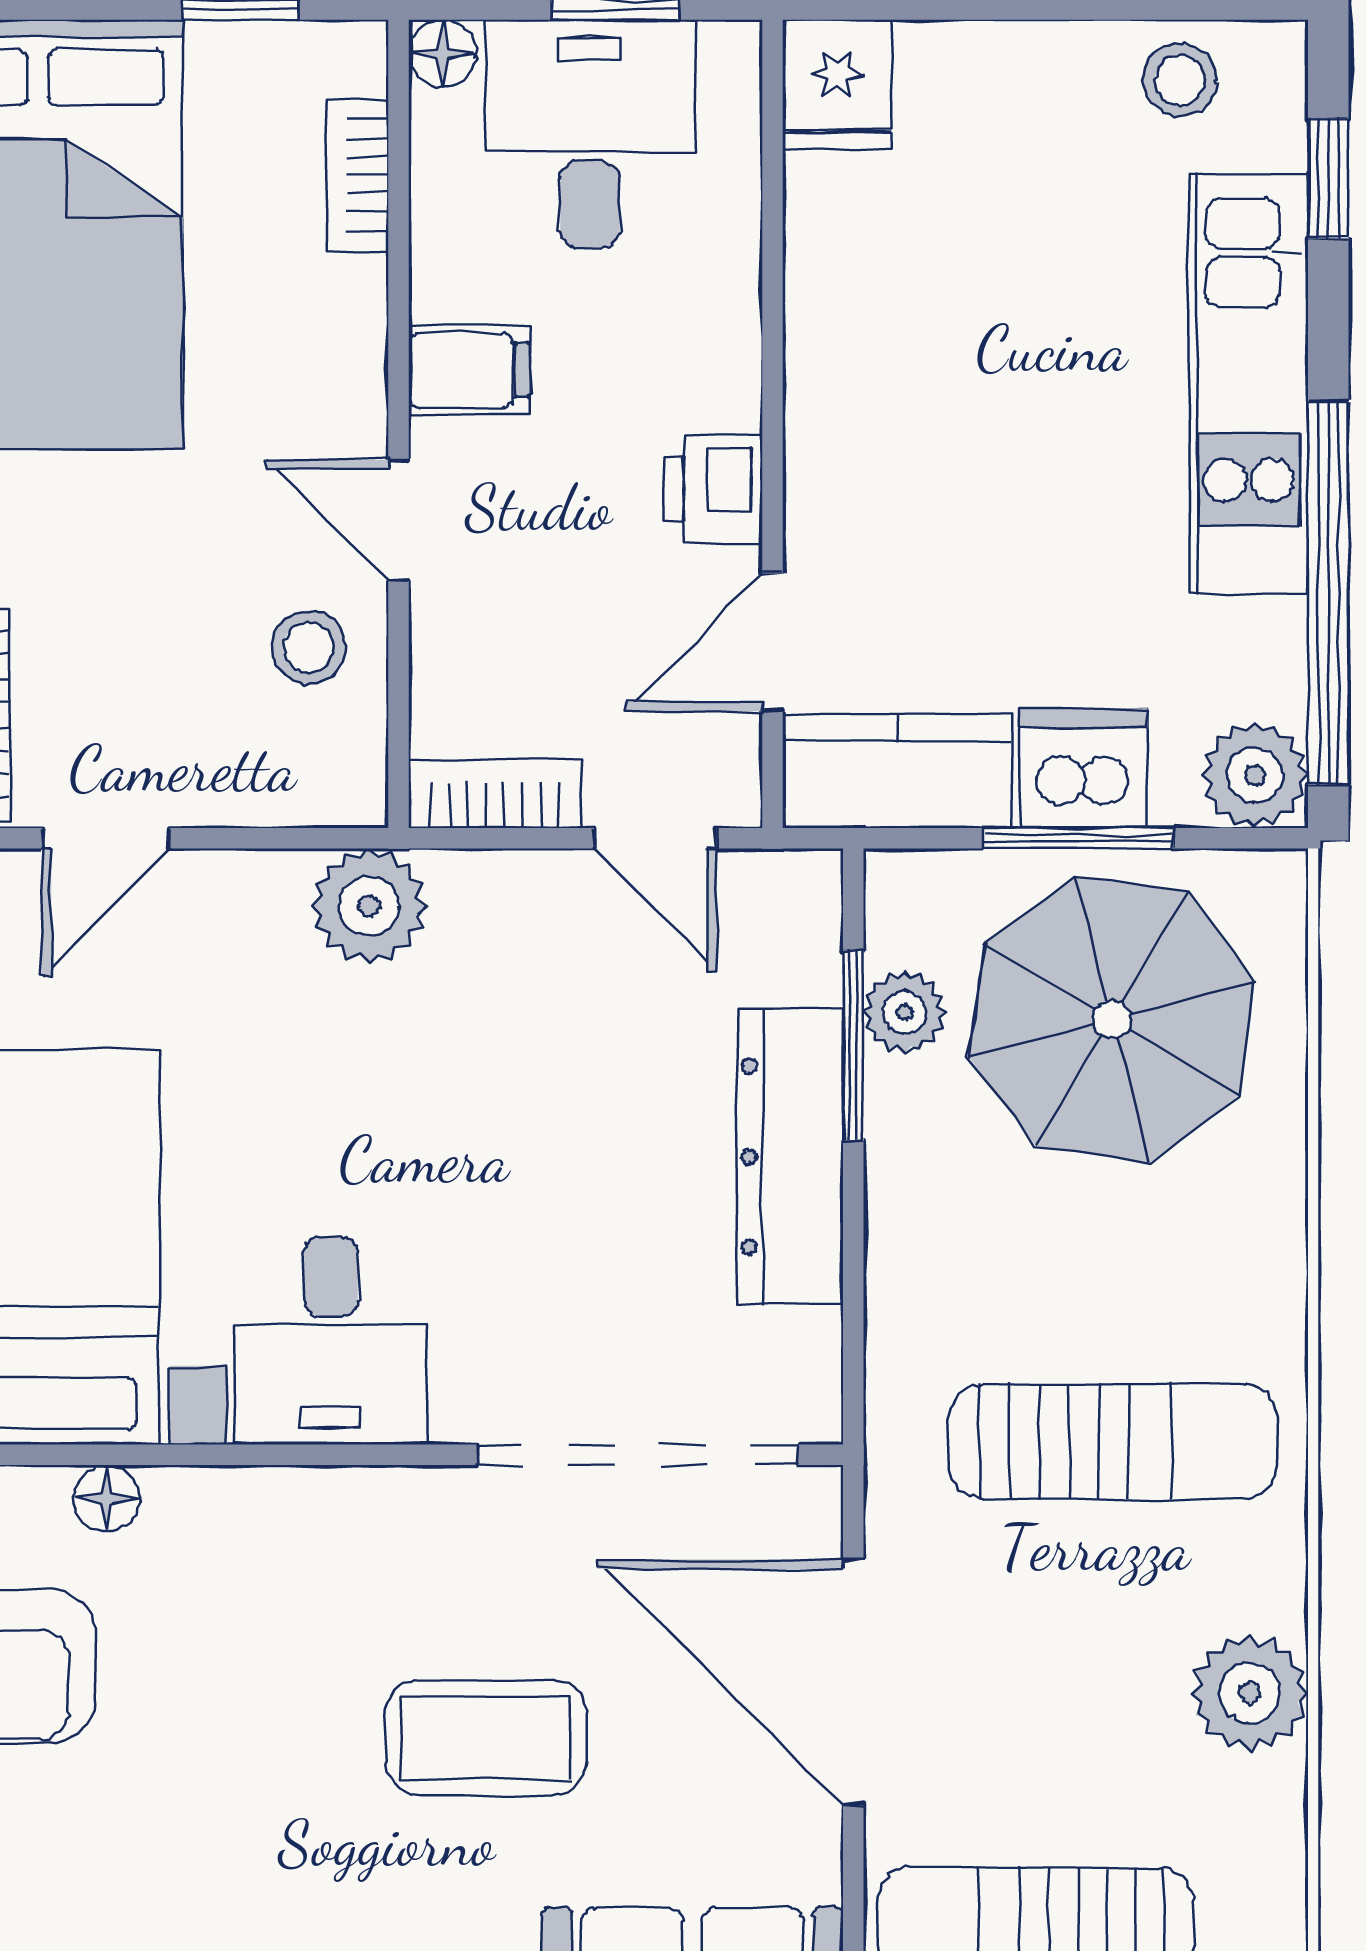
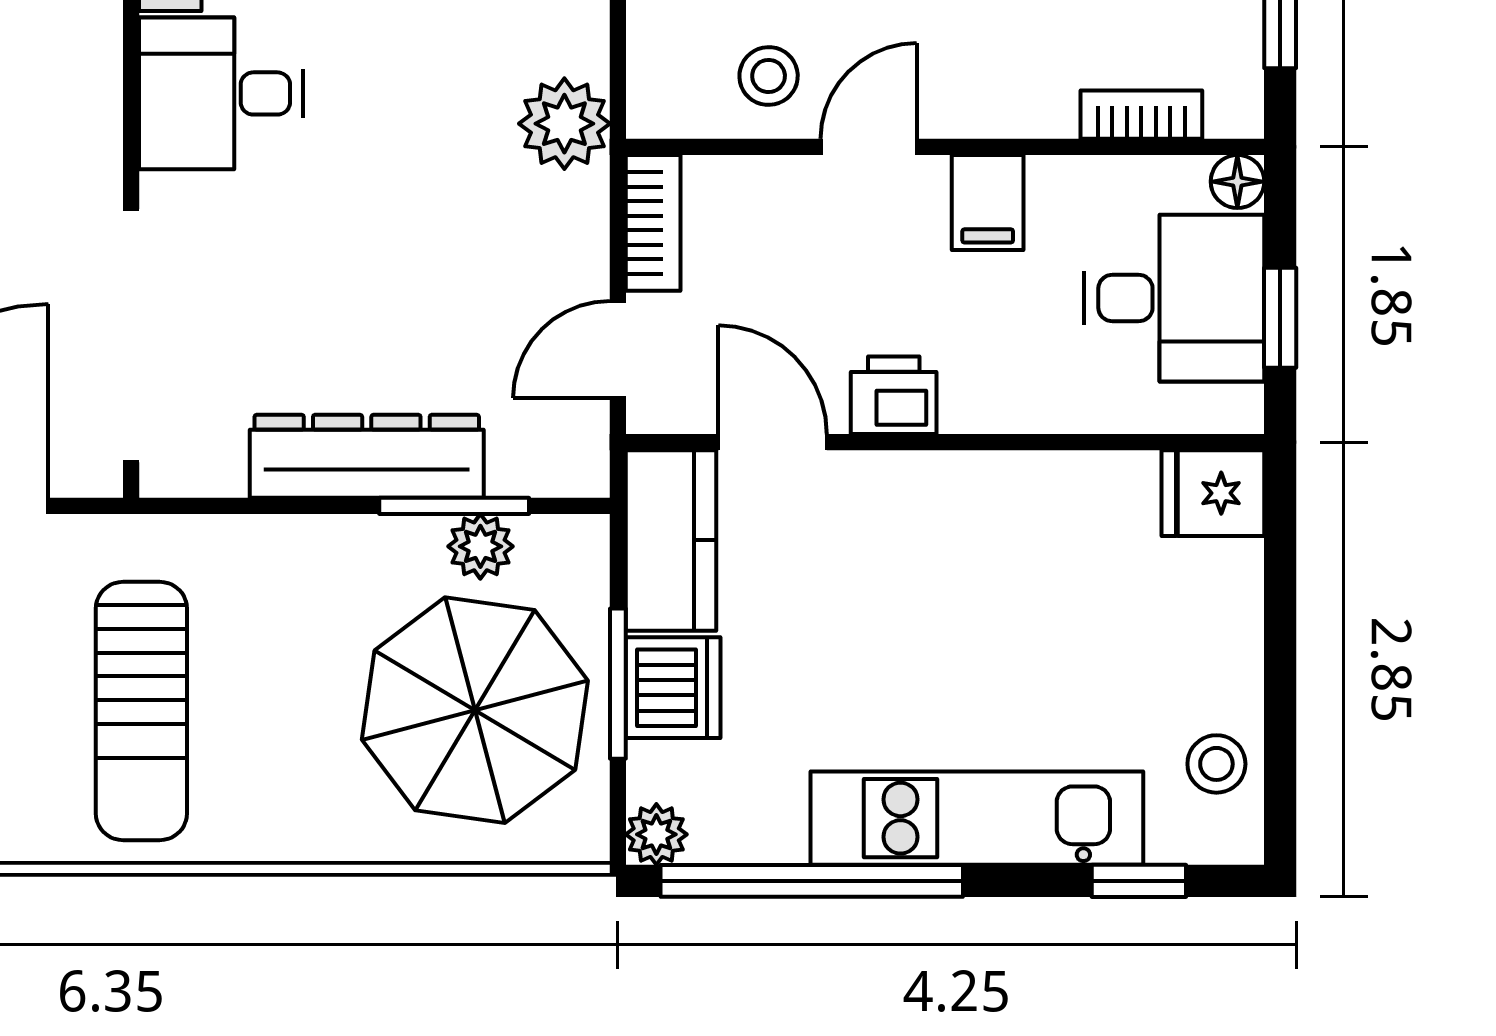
plant: (1255, 775) -> (656, 834), width x0.73, depth x0.73

